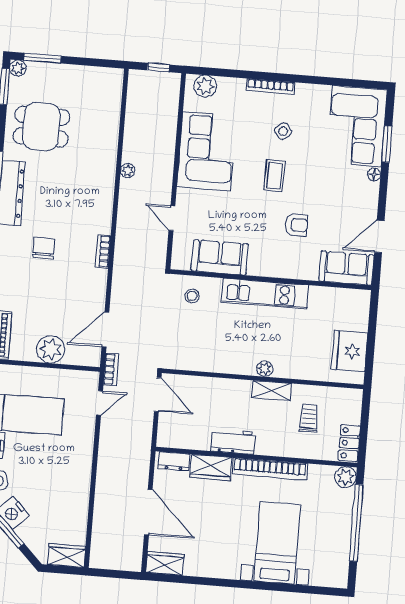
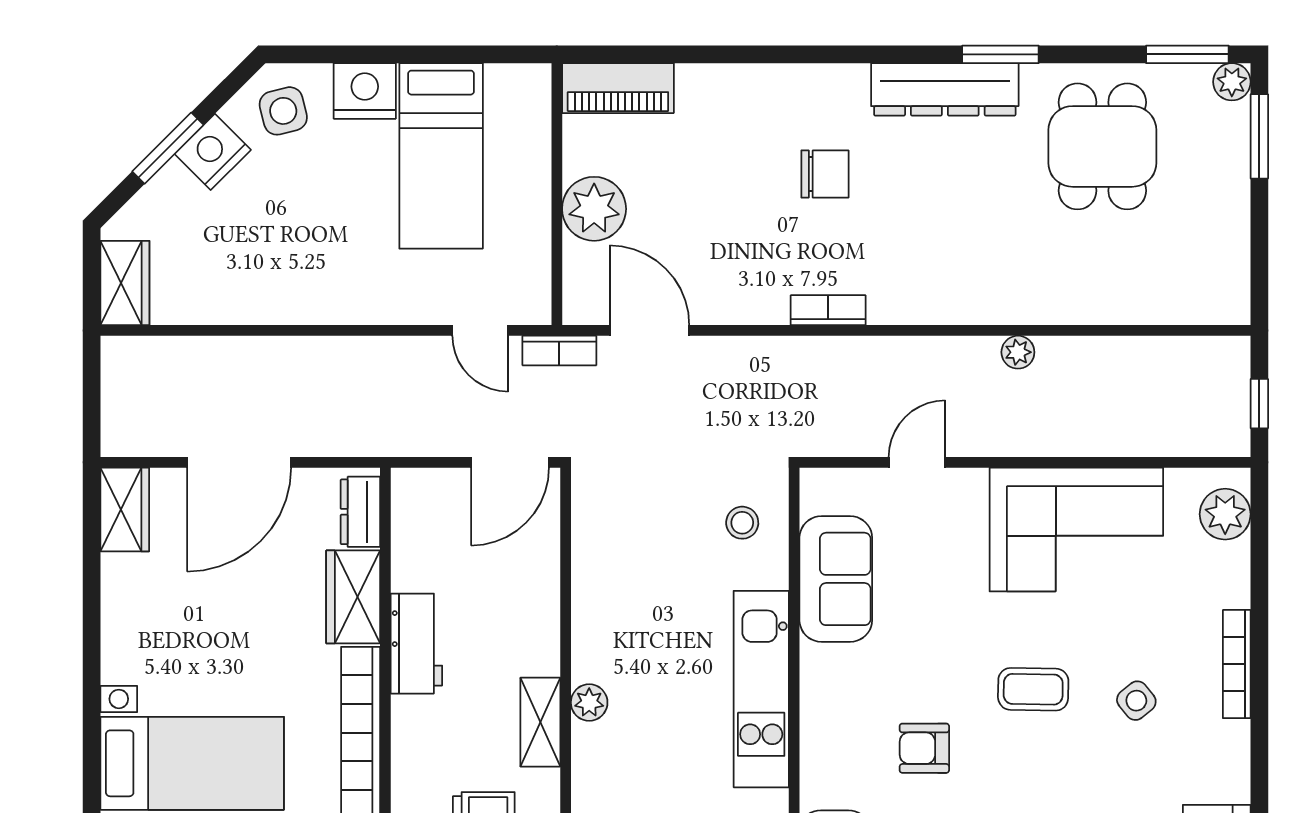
armchair: (296, 225) -> (924, 748), turned 90

